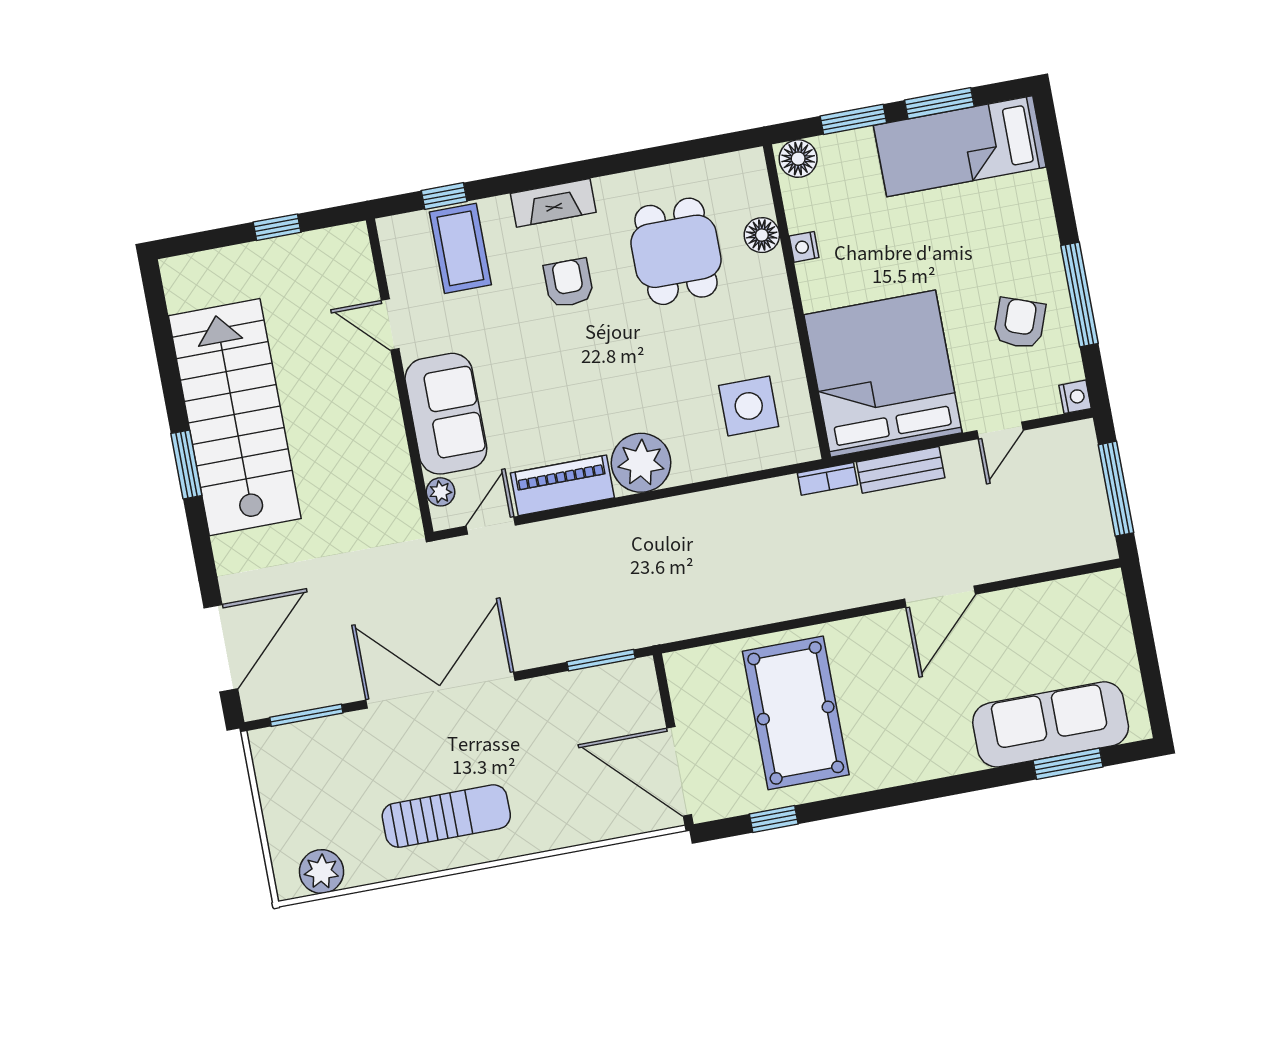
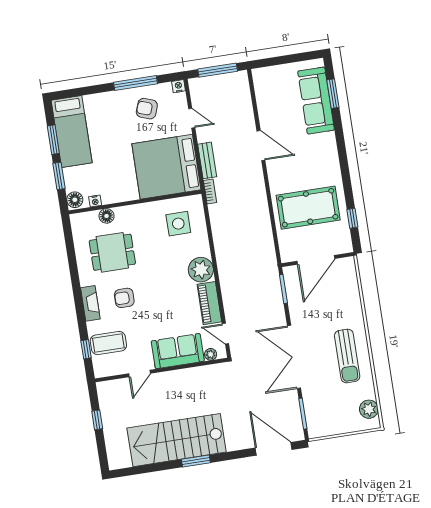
nightstand: (804, 247) -> (95, 201), moved
door: (679, 771) -> (316, 260), moved
sun lounger: (446, 816) -> (347, 356), turned 180

